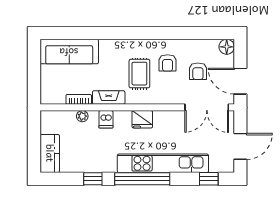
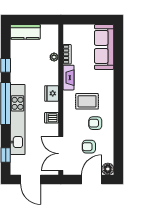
door: (240, 81) -> (92, 180), moved
dishwasher: (106, 119) -> (52, 118), moved
fridge: (142, 119) -> (52, 93), moved

